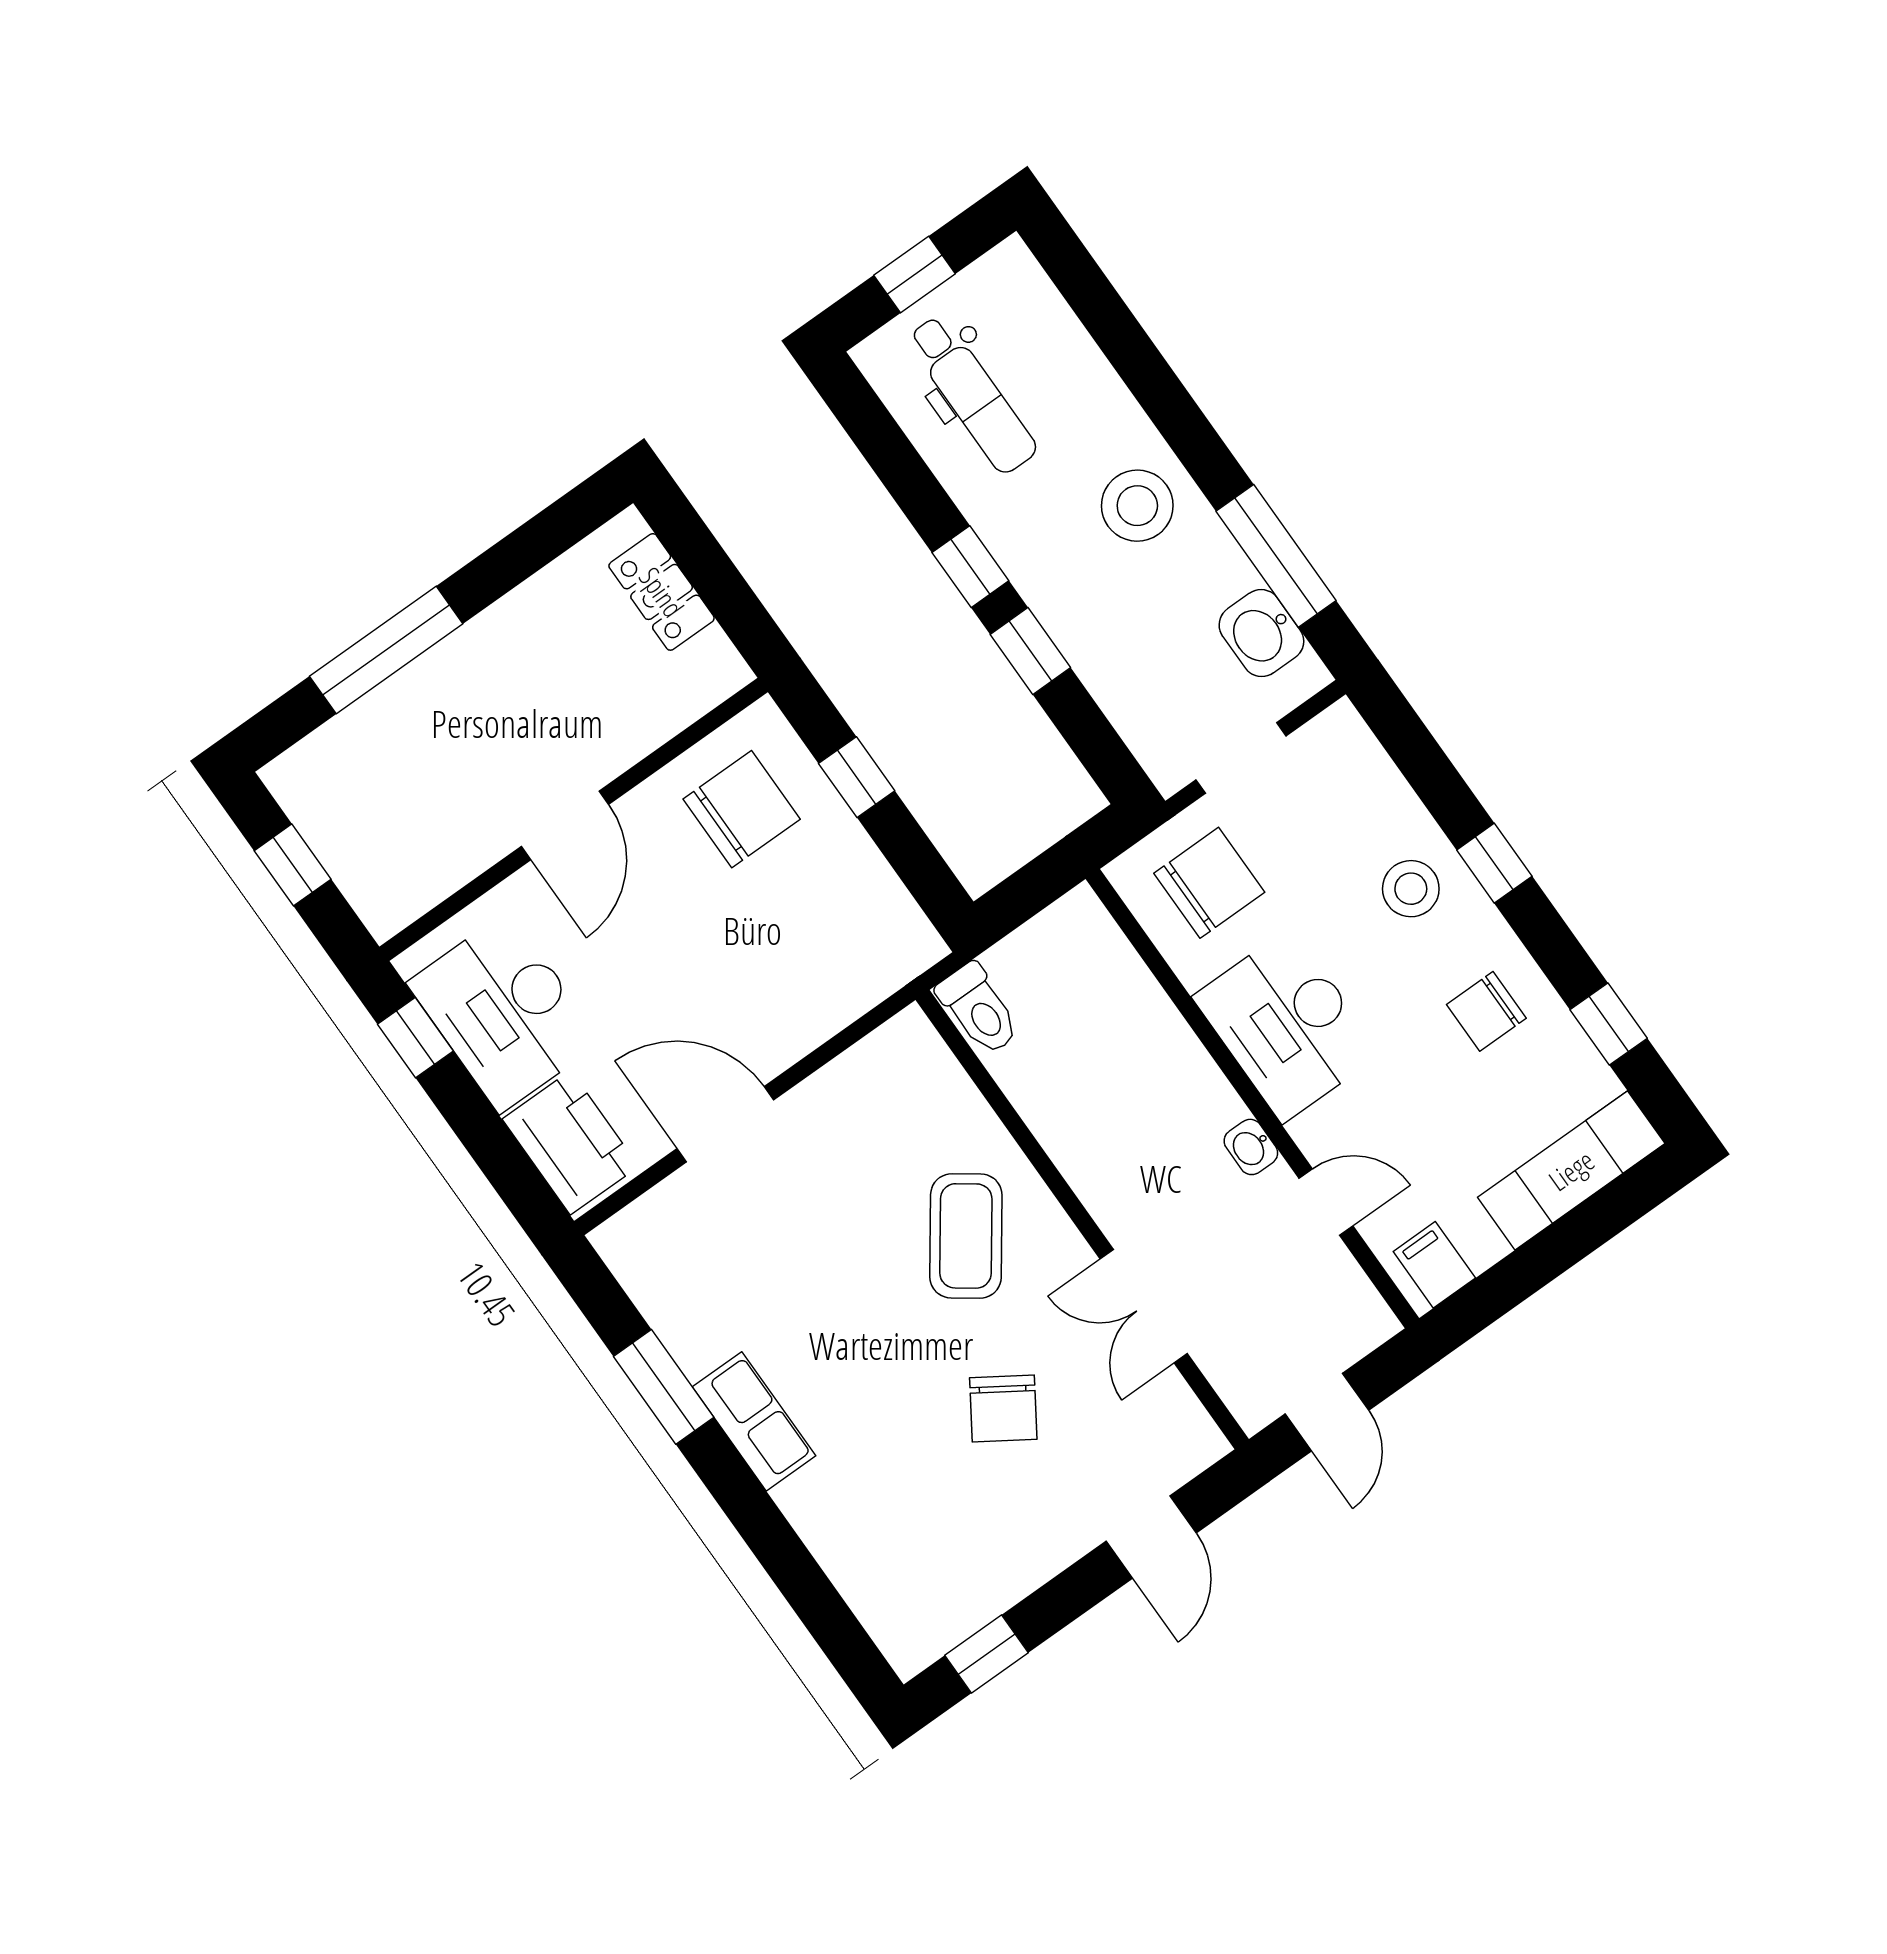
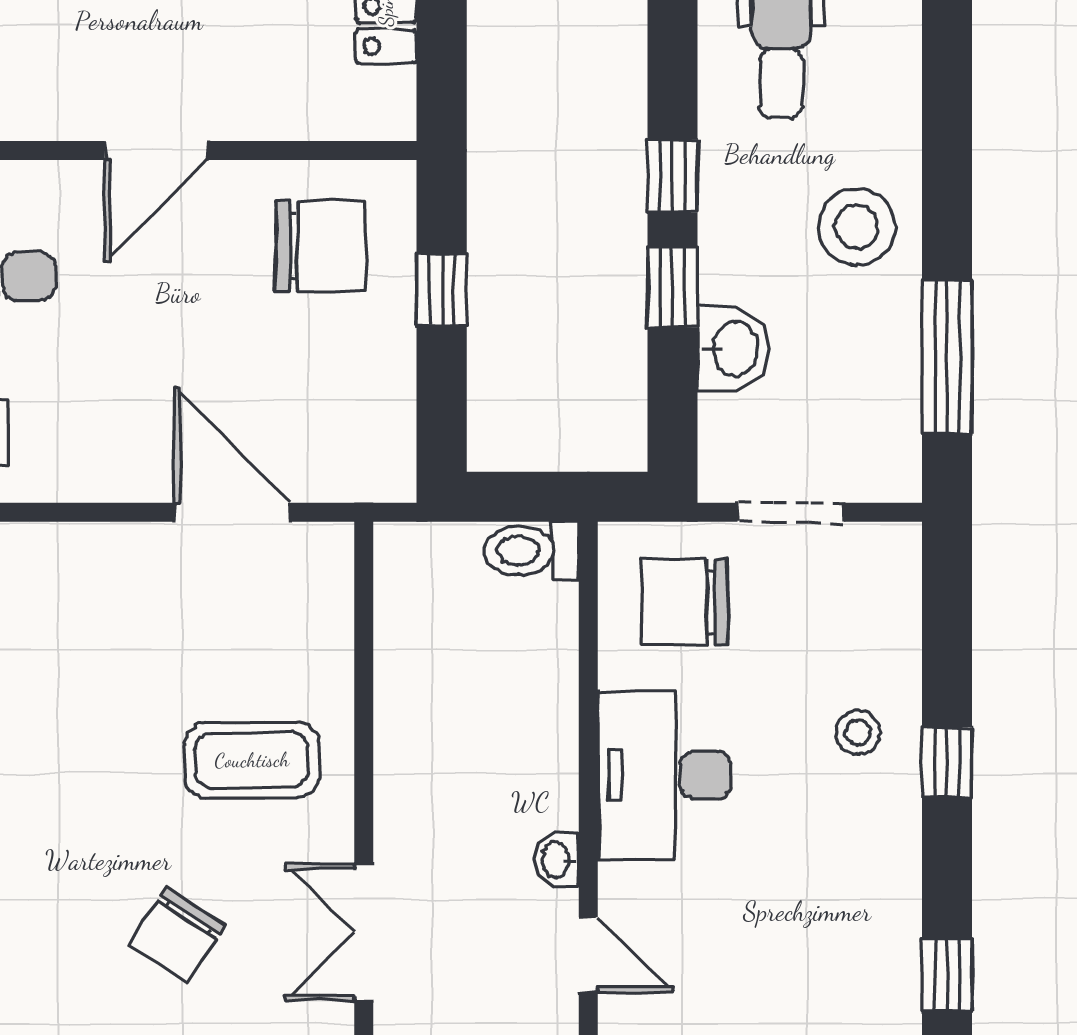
washbasin: (1261, 633) -> (733, 349), moved, turned 180
chair: (1209, 883) -> (685, 602), turned 180
stool: (1411, 889) -> (858, 733), width x0.73, depth x0.73
toilet: (979, 1009) -> (531, 551), moved, turned 90
chair: (1486, 1011) -> (848, 887), removed
door: (725, 1124) -> (232, 512), moved
coffee table: (966, 1236) -> (252, 760), turned 53

